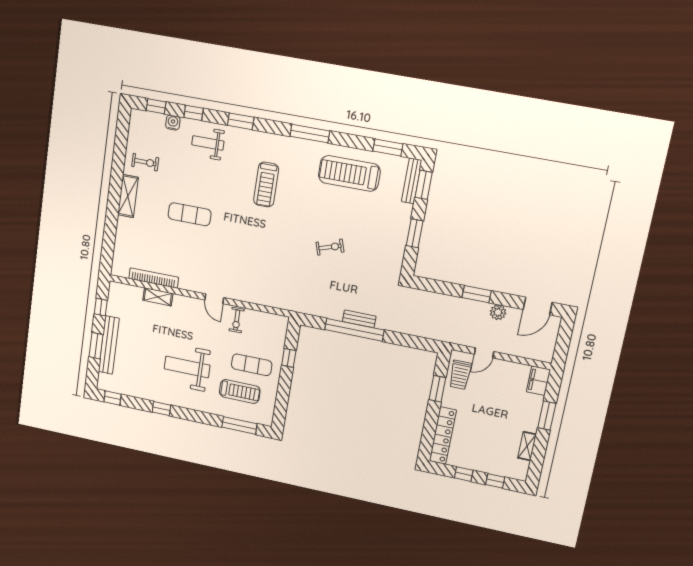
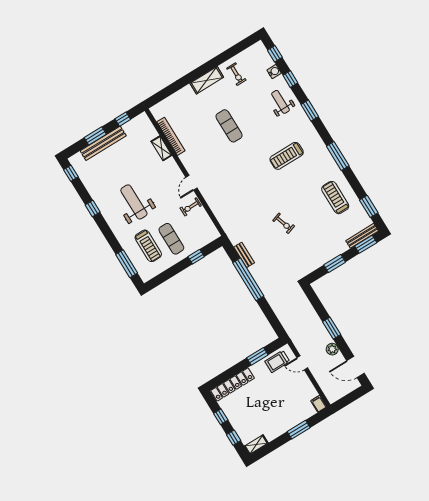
treadmill: (349, 173) -> (335, 198), width x0.73, depth x0.73
bench: (359, 319) -> (244, 255), moved
filing cabinet: (538, 381) -> (319, 404), width x0.50
shelving: (527, 446) -> (256, 445), moved

